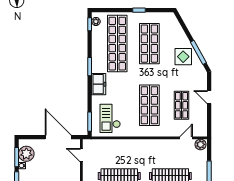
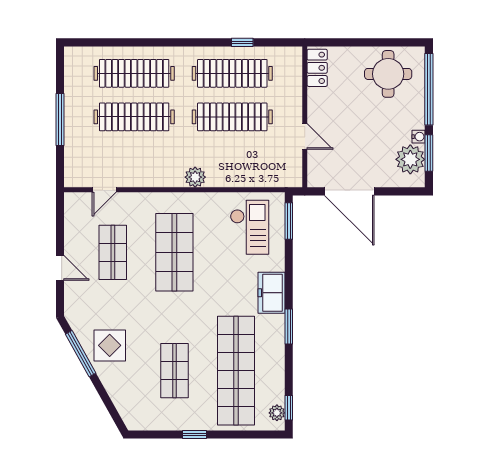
shop shelf: (149, 44) -> (174, 371), width x0.70, depth x0.74
plant: (201, 144) -> (195, 177), moved
door: (81, 155) -> (305, 136), moved

